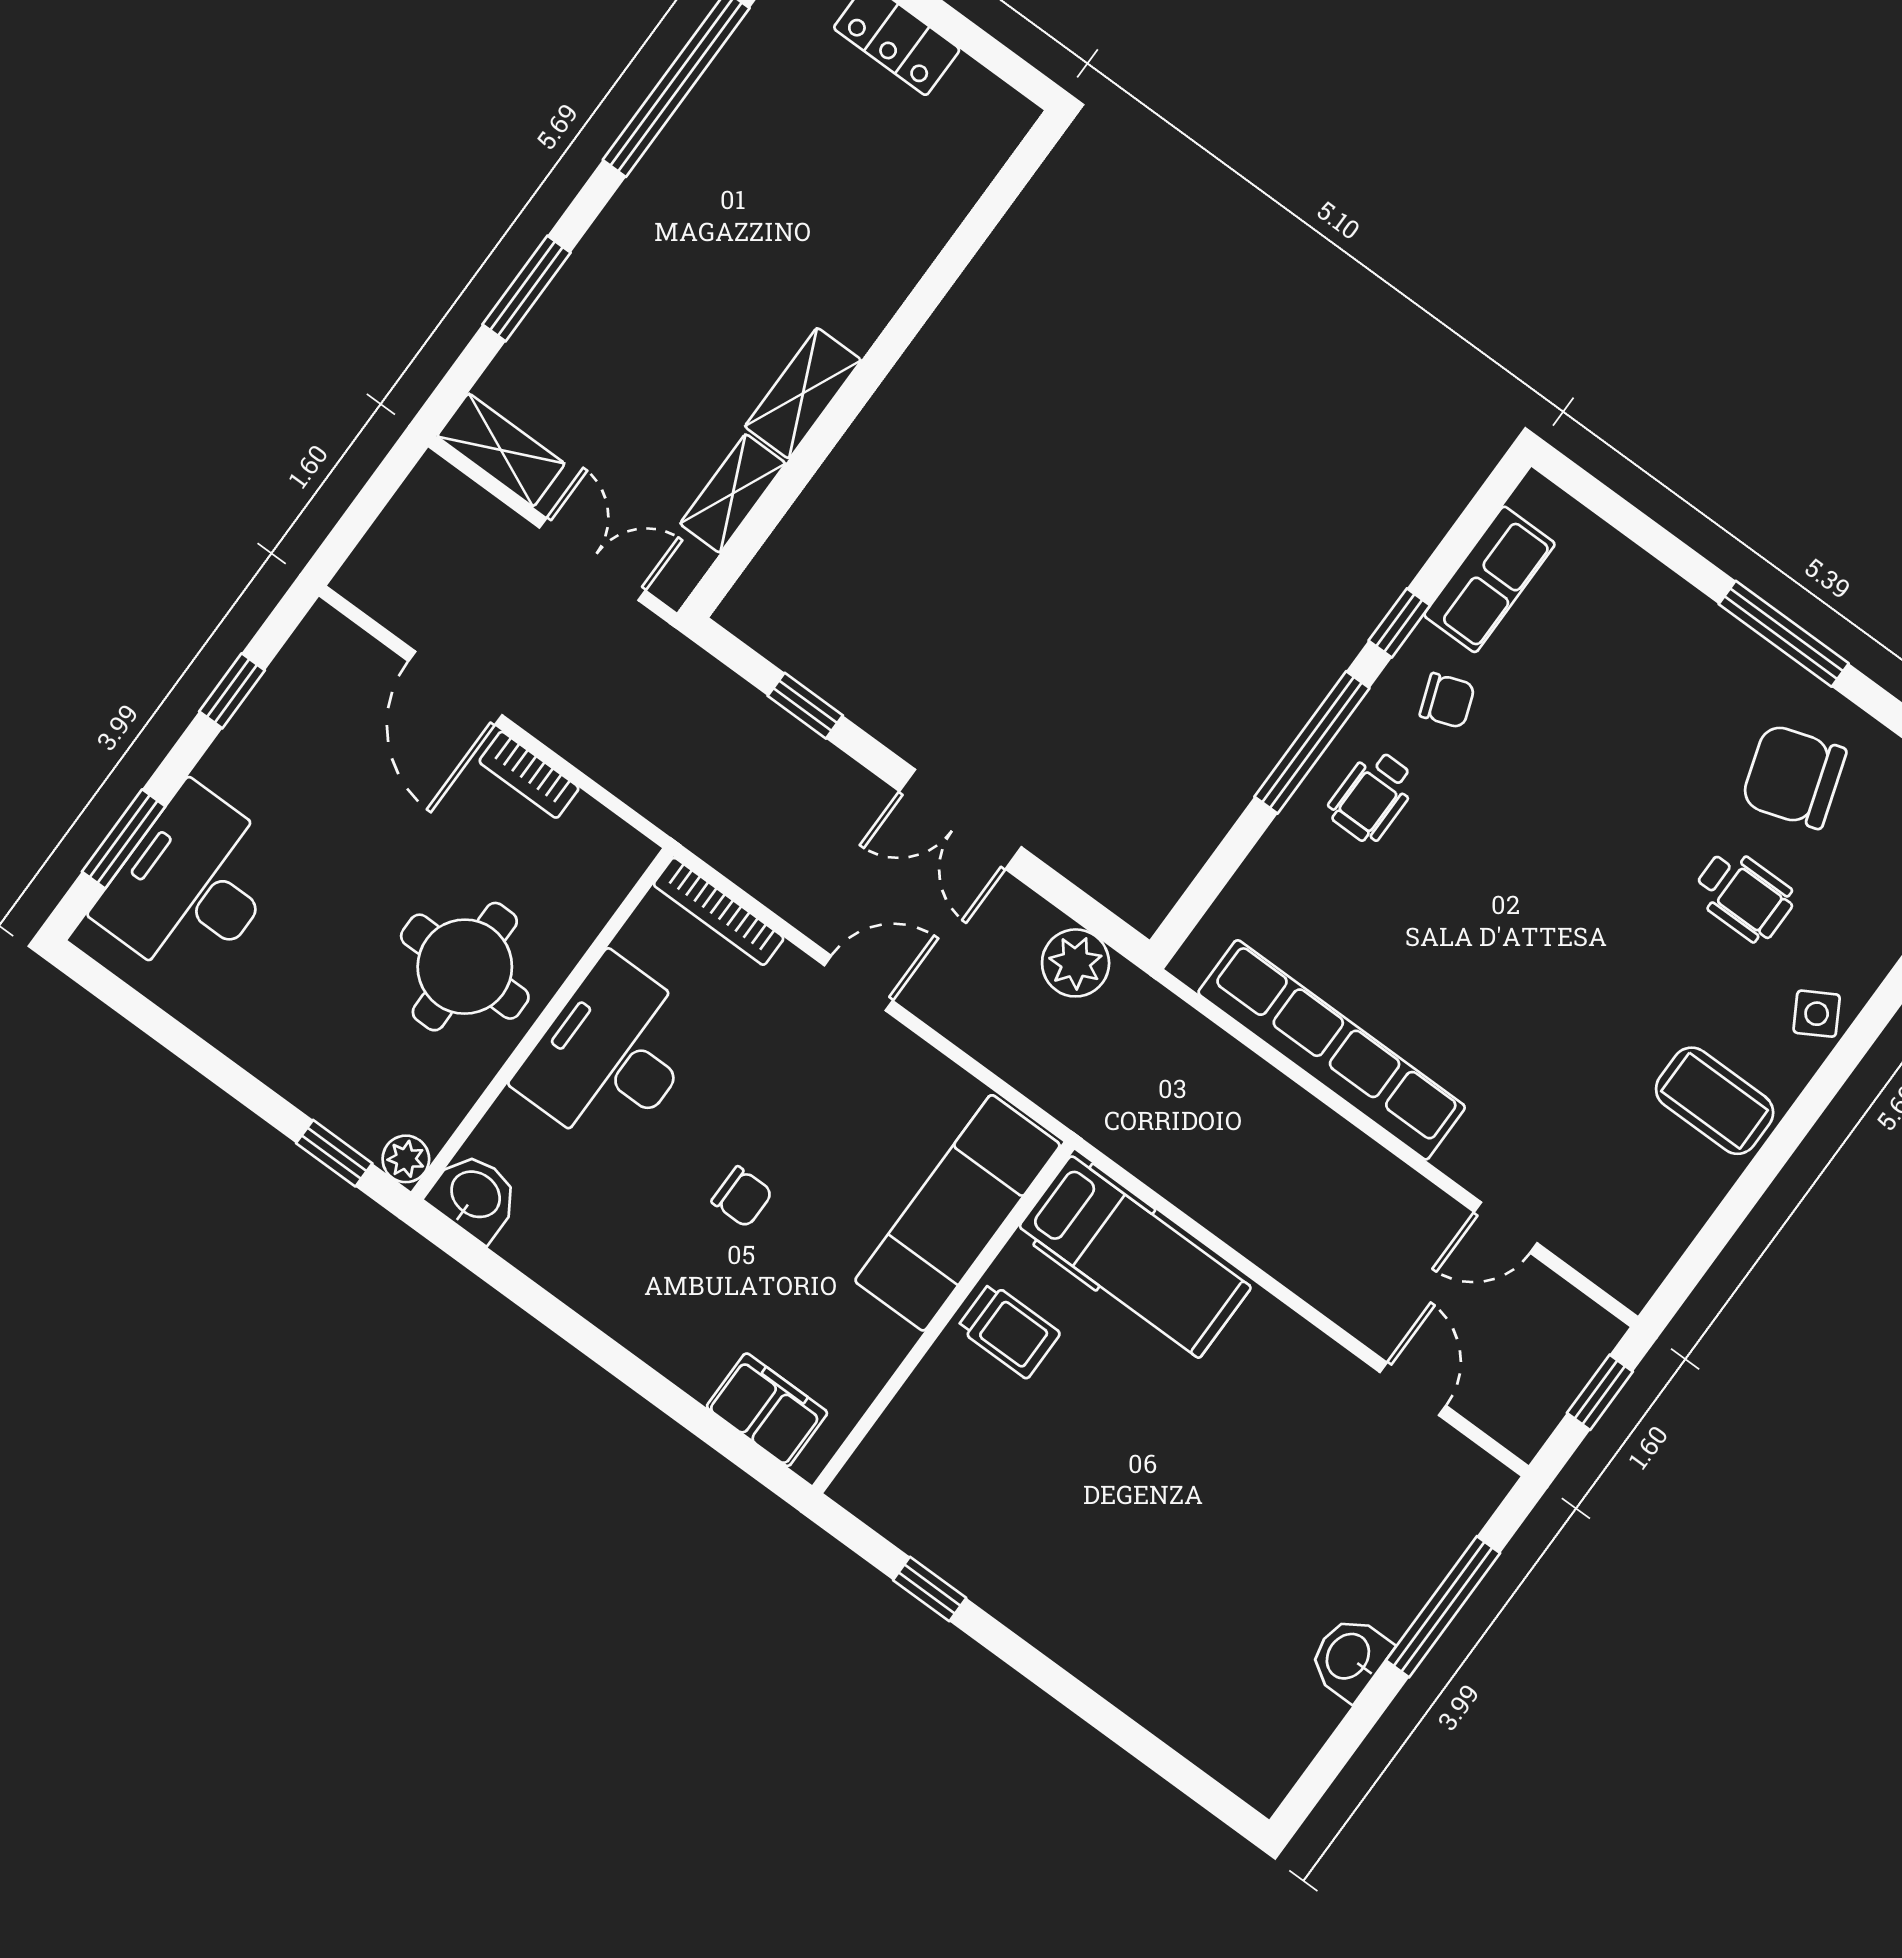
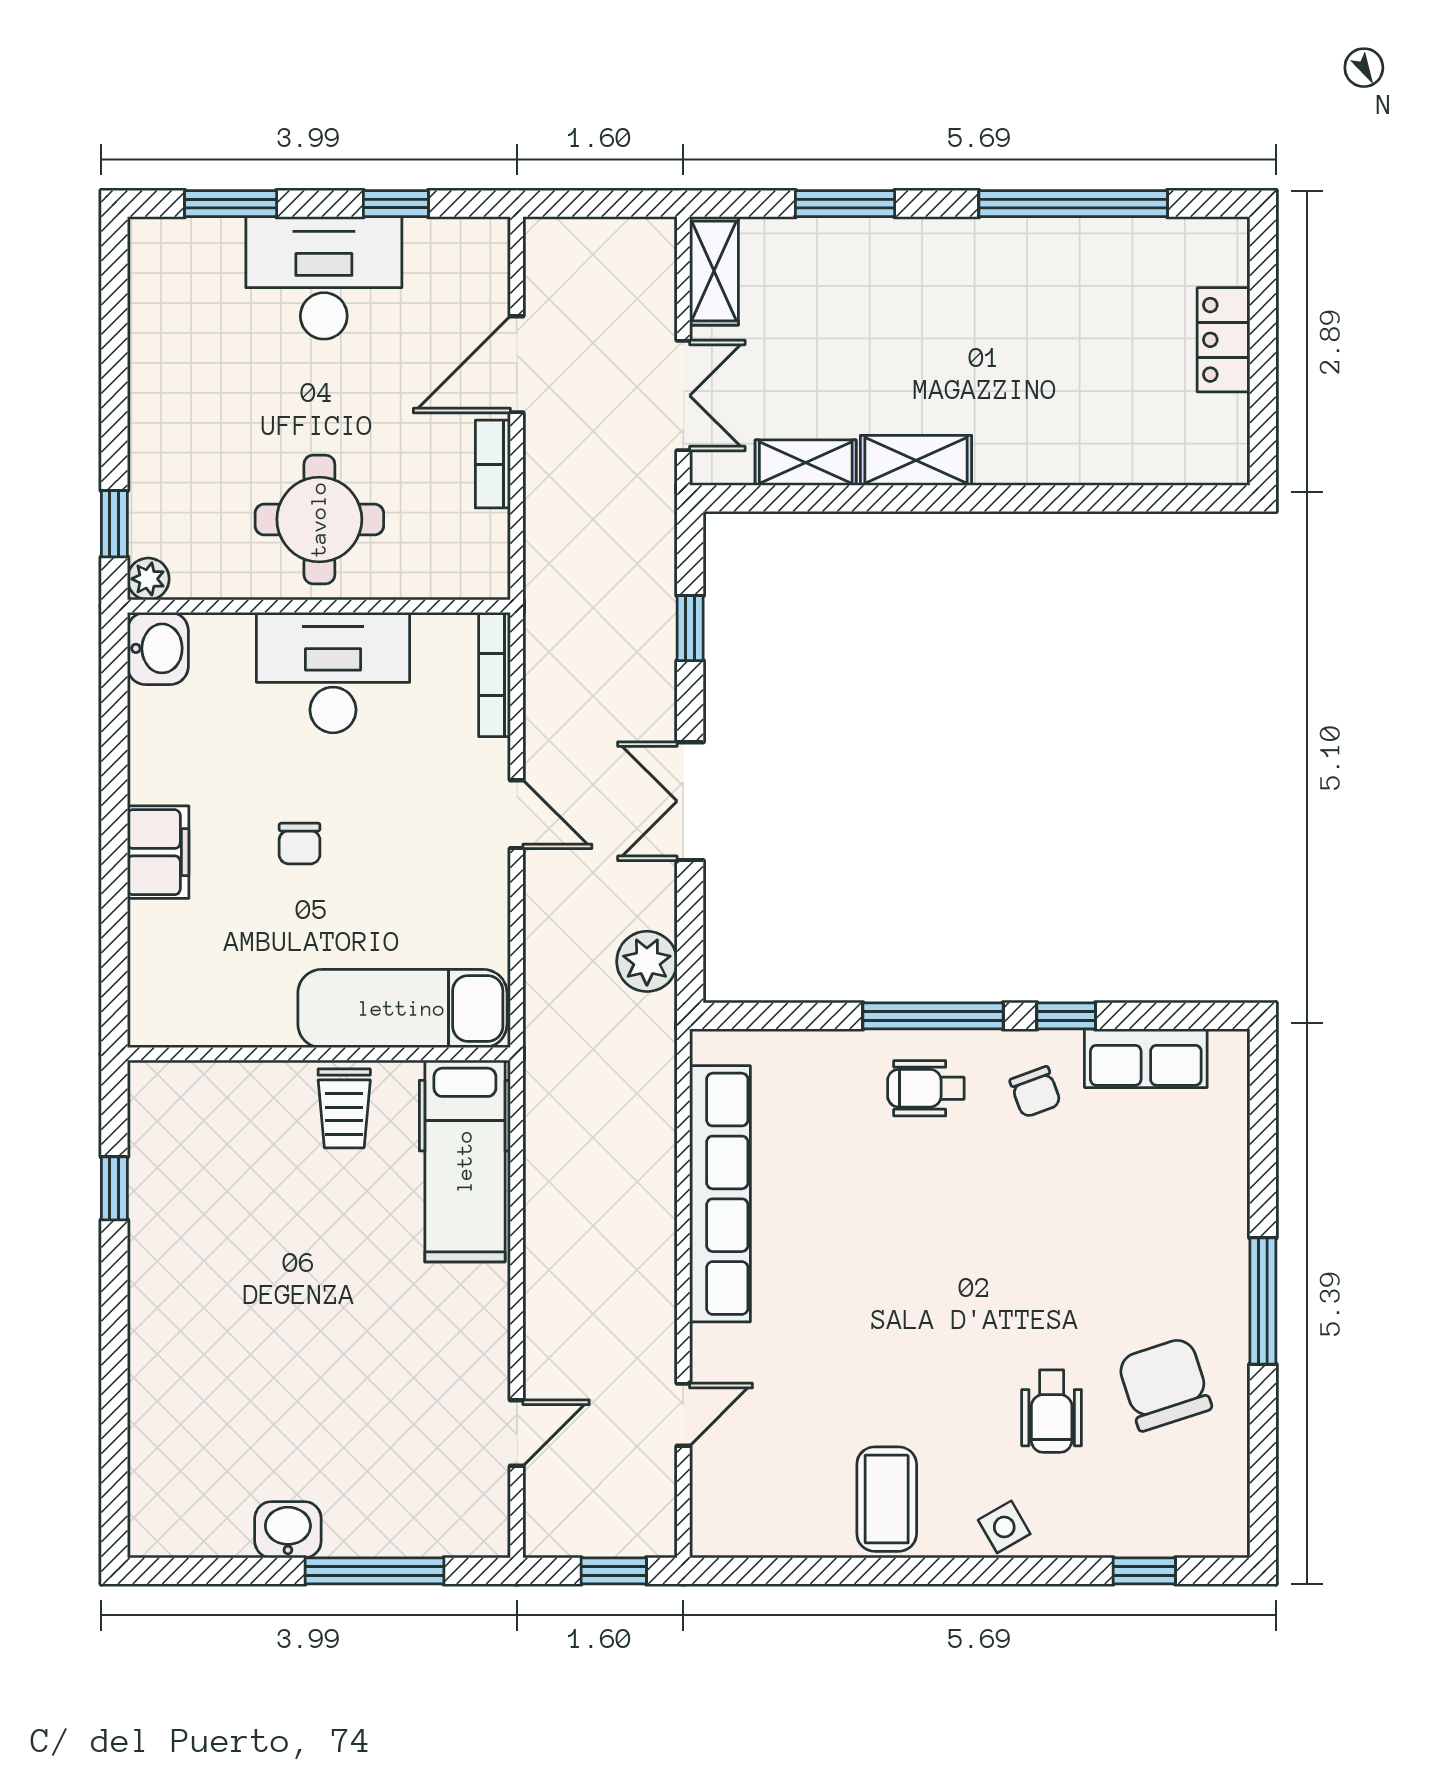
desk: (192, 885) -> (324, 278), moved
door: (1506, 1227) -> (683, 1415), swing flipped
filing cabinet: (767, 1410) -> (158, 852), moved

